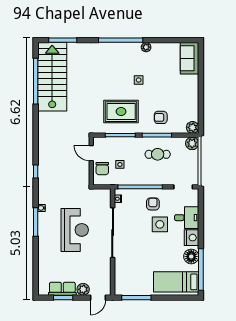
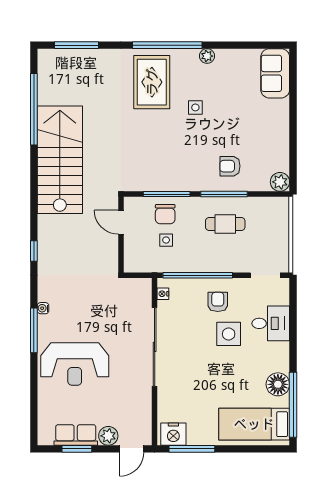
stairs: (52, 77) -> (60, 160), moved
rug: (121, 112) -> (152, 82), moved, turned 90
plant: (192, 143) -> (279, 207), removed
chair: (102, 169) -> (165, 214), moved
reception desk: (75, 230) -> (75, 364), moved, turned 90
nightstand: (191, 238) -> (173, 434), moved, turned 90

